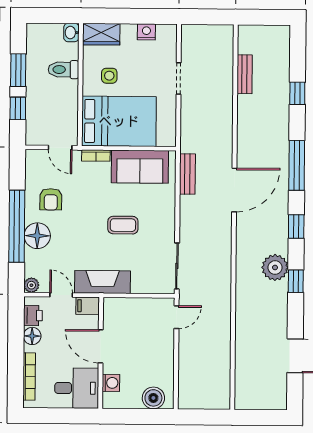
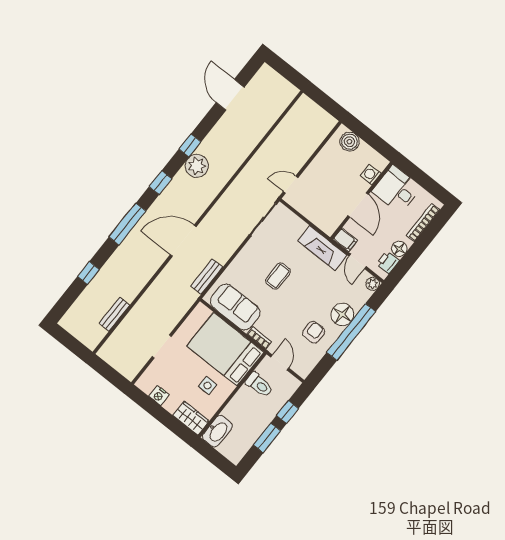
washbasin: (71, 33) -> (217, 431), width x1.91, depth x1.45
toilet: (63, 70) -> (259, 385), moved
coffee table: (123, 225) -> (278, 276), turned 90

